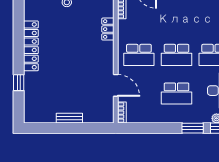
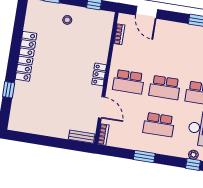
locker: (108, 29) -> (99, 74), moved
bench: (69, 118) -> (82, 137), moved
window: (193, 128) -> (144, 157), moved

